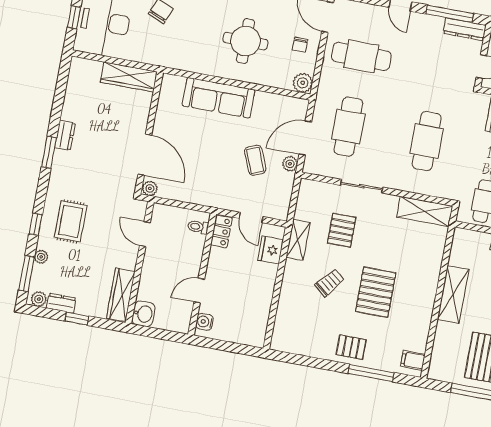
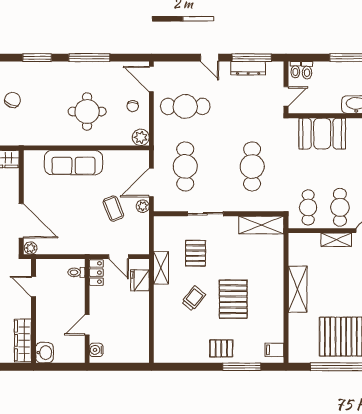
dresser: (465, 29) -> (248, 68), moved

